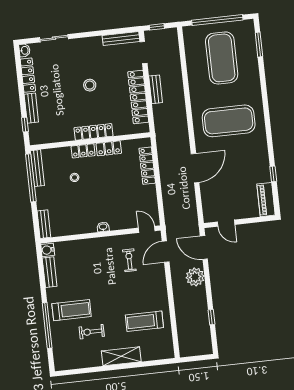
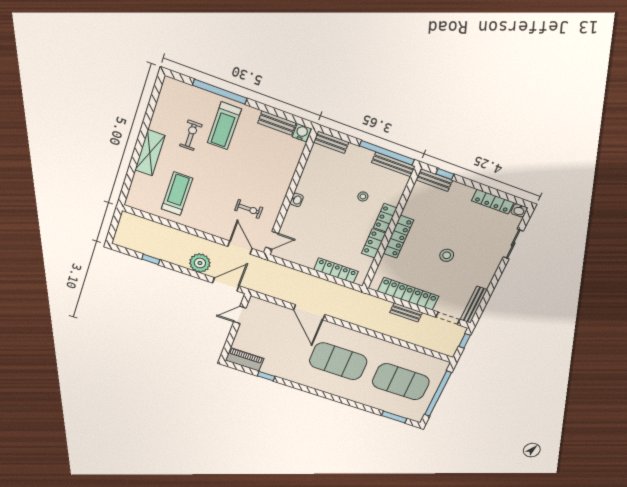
bench: (31, 108) -> (435, 180), moved
exercise mat: (229, 121) -> (338, 361), turned 90

